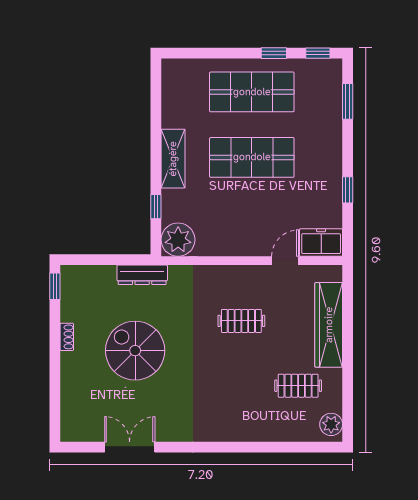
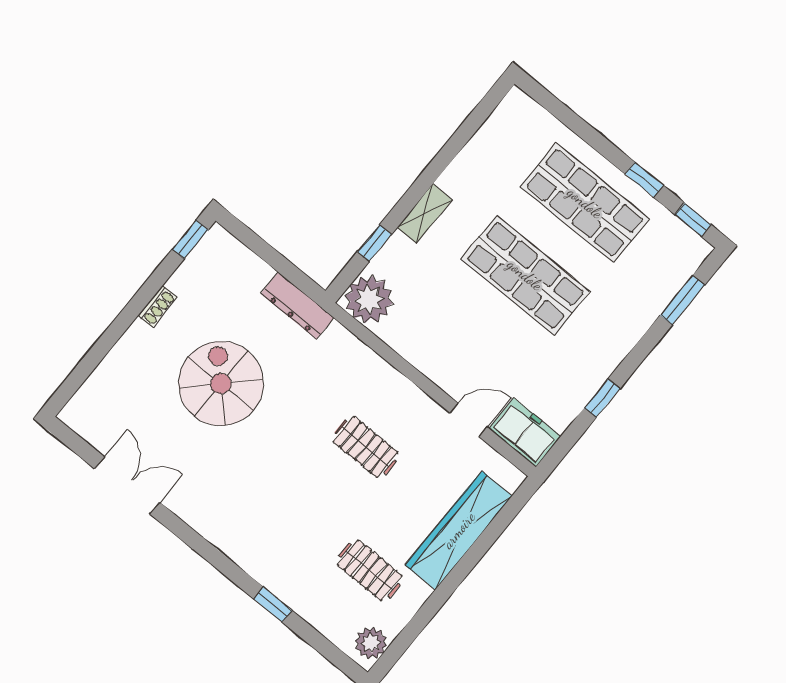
shelving: (173, 159) -> (425, 214), width x0.67, depth x0.75
window: (261, 447) -> (273, 605), added

